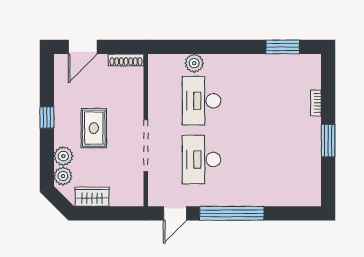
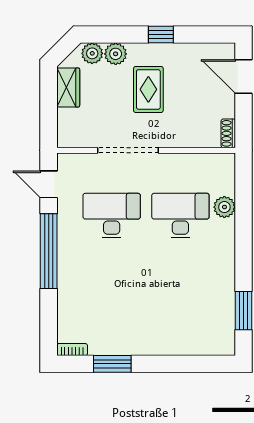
shoe rack: (126, 60) -> (228, 133), width x0.70
bookcase: (316, 103) -> (72, 350), moved
rug: (94, 128) -> (148, 89), turned 90
window: (328, 141) -> (112, 364), moved

